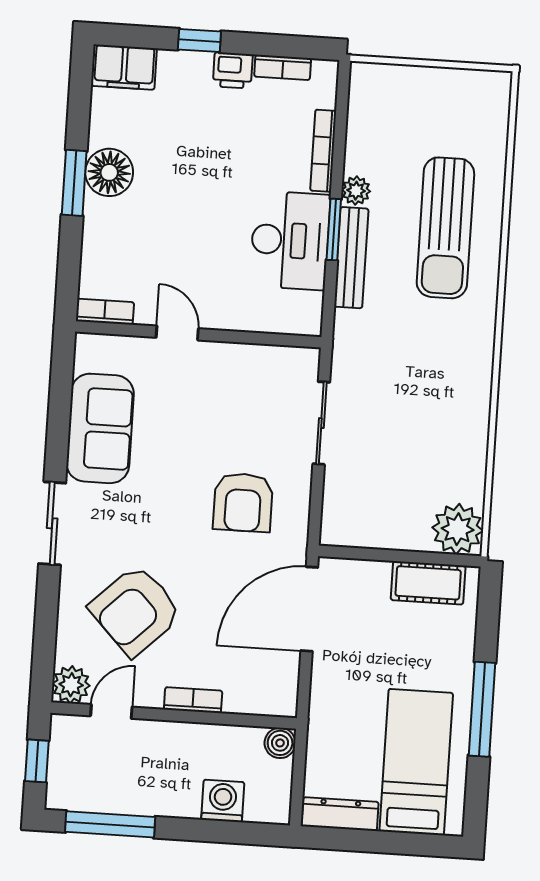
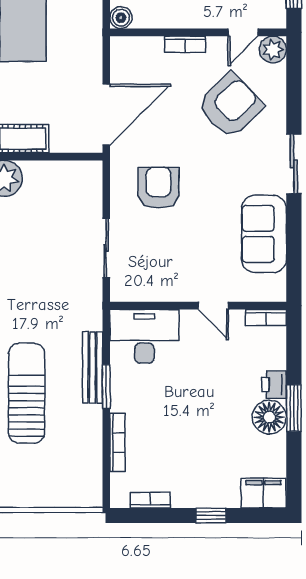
printer: (233, 70) -> (274, 384), moved, turned -90
plant: (356, 191) -> (92, 416), removed
desk: (290, 240) -> (144, 336), moved, turned 90

